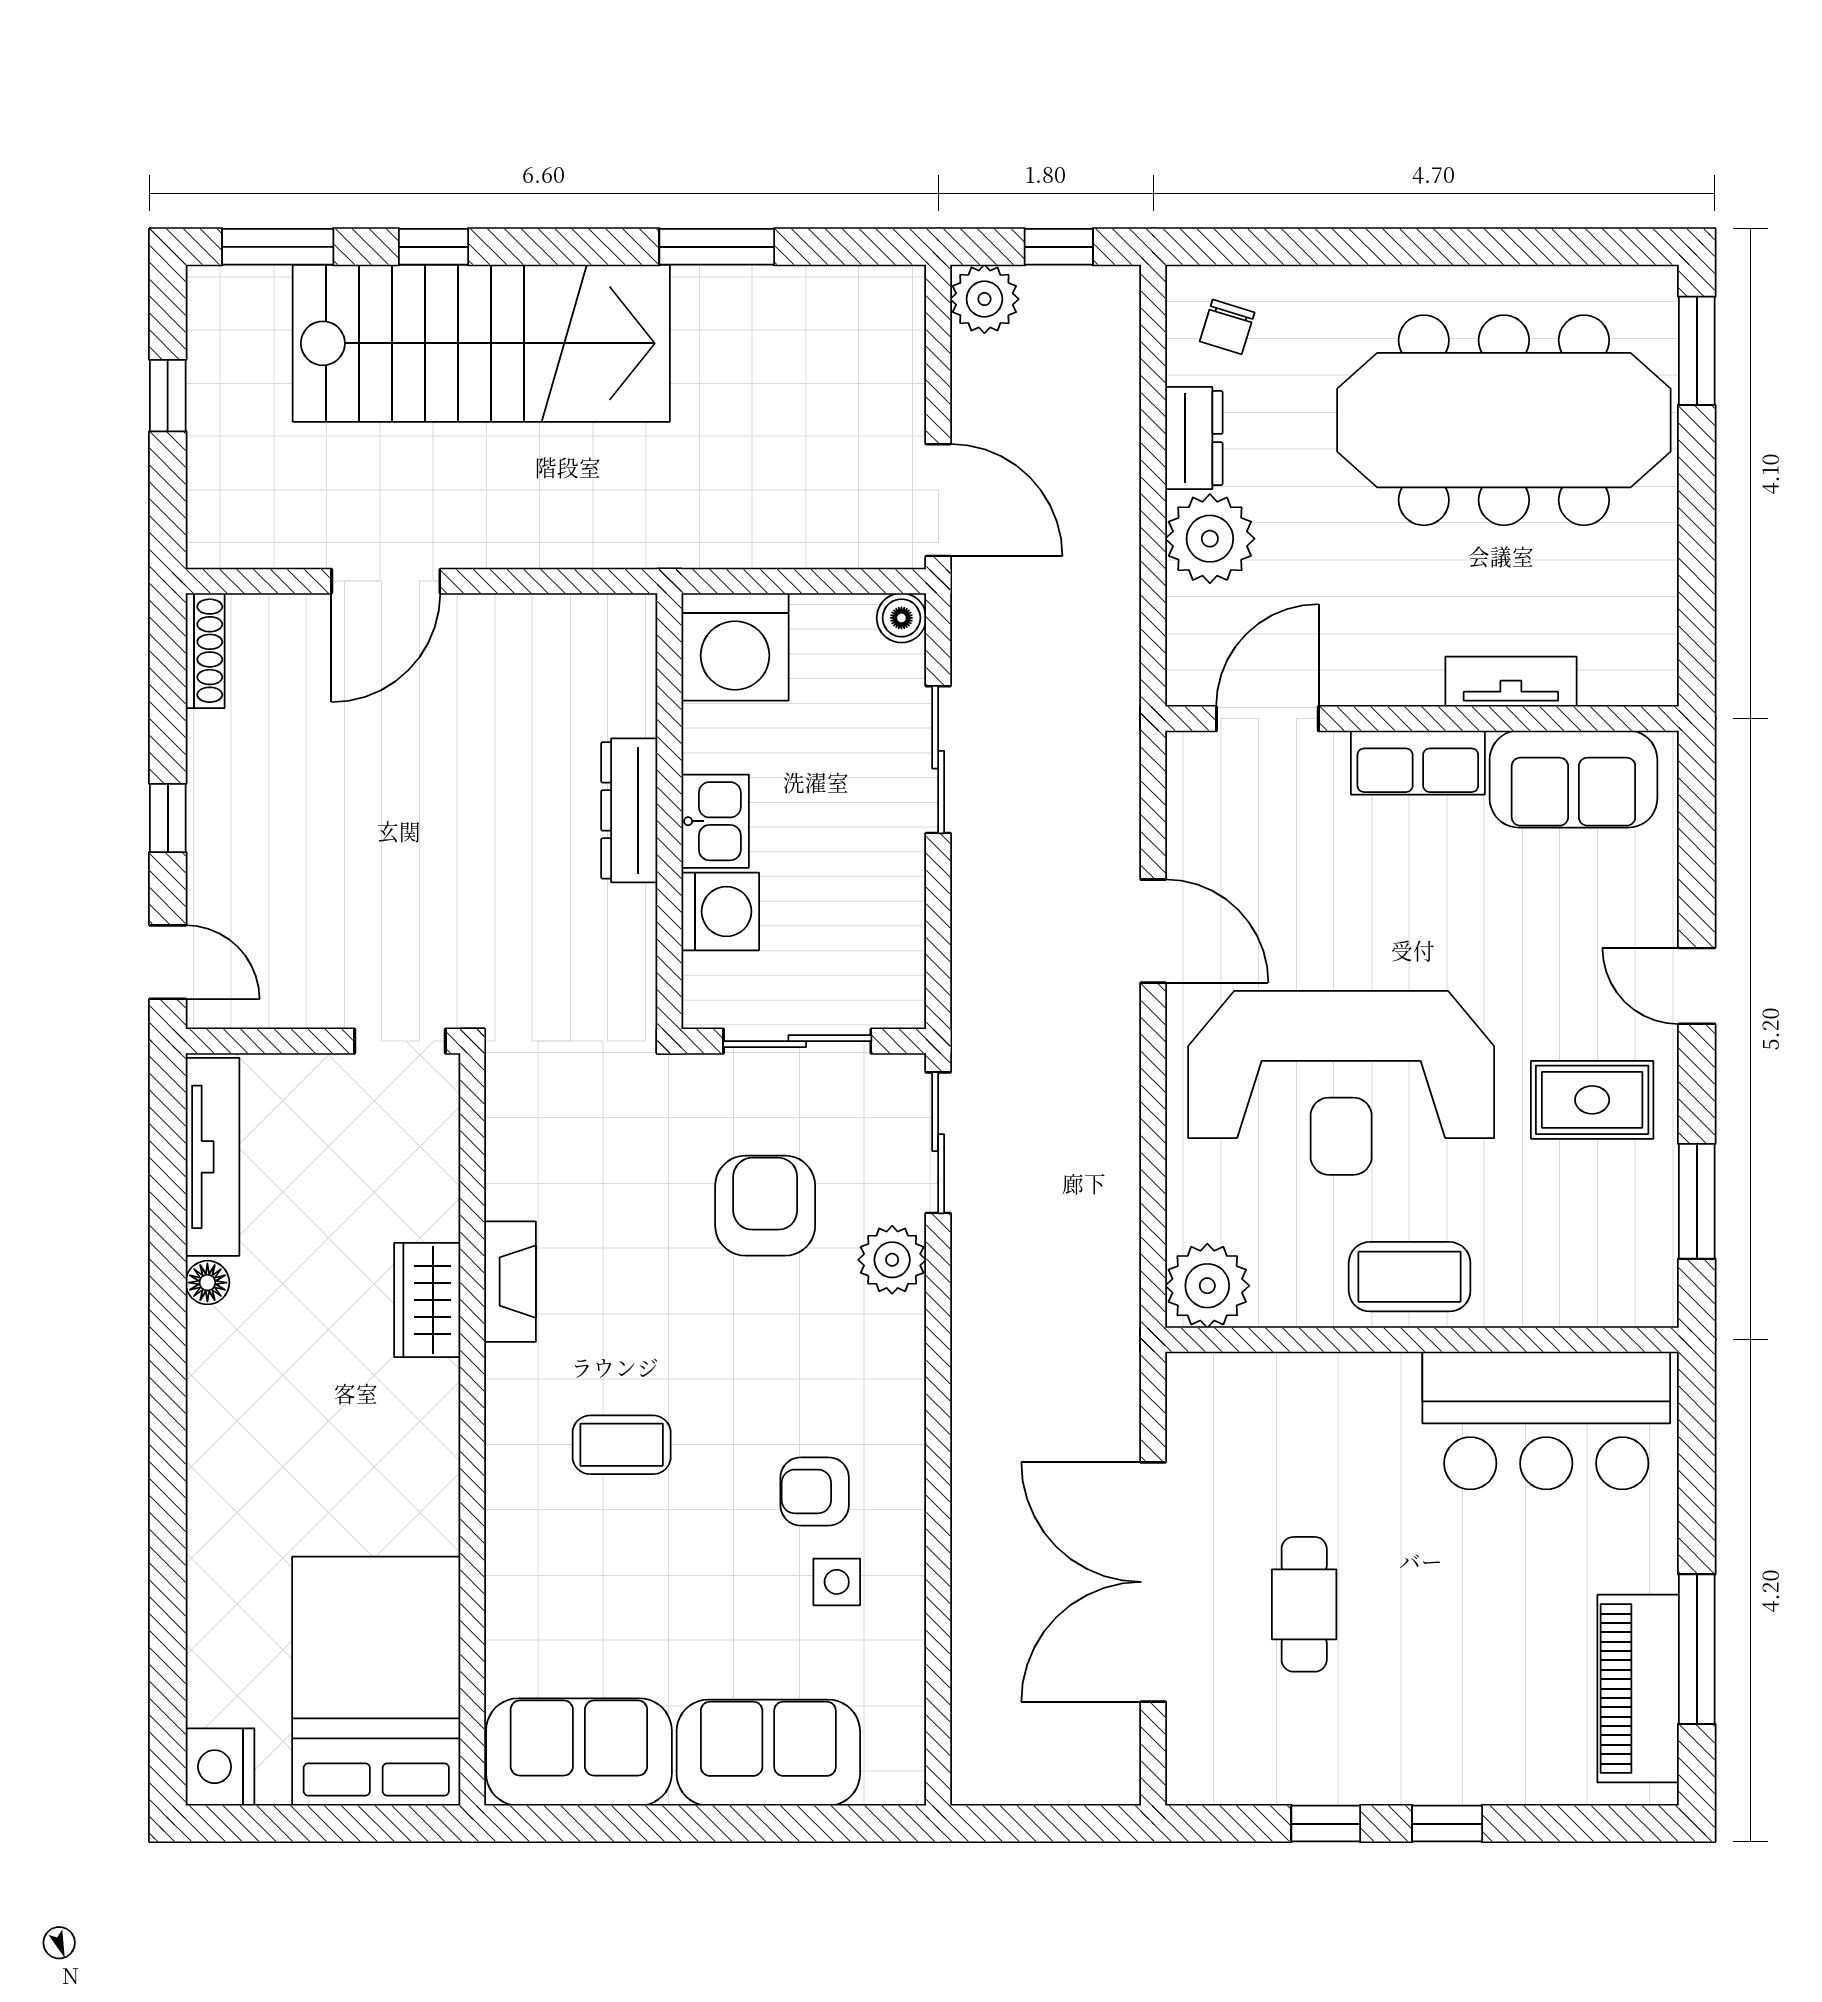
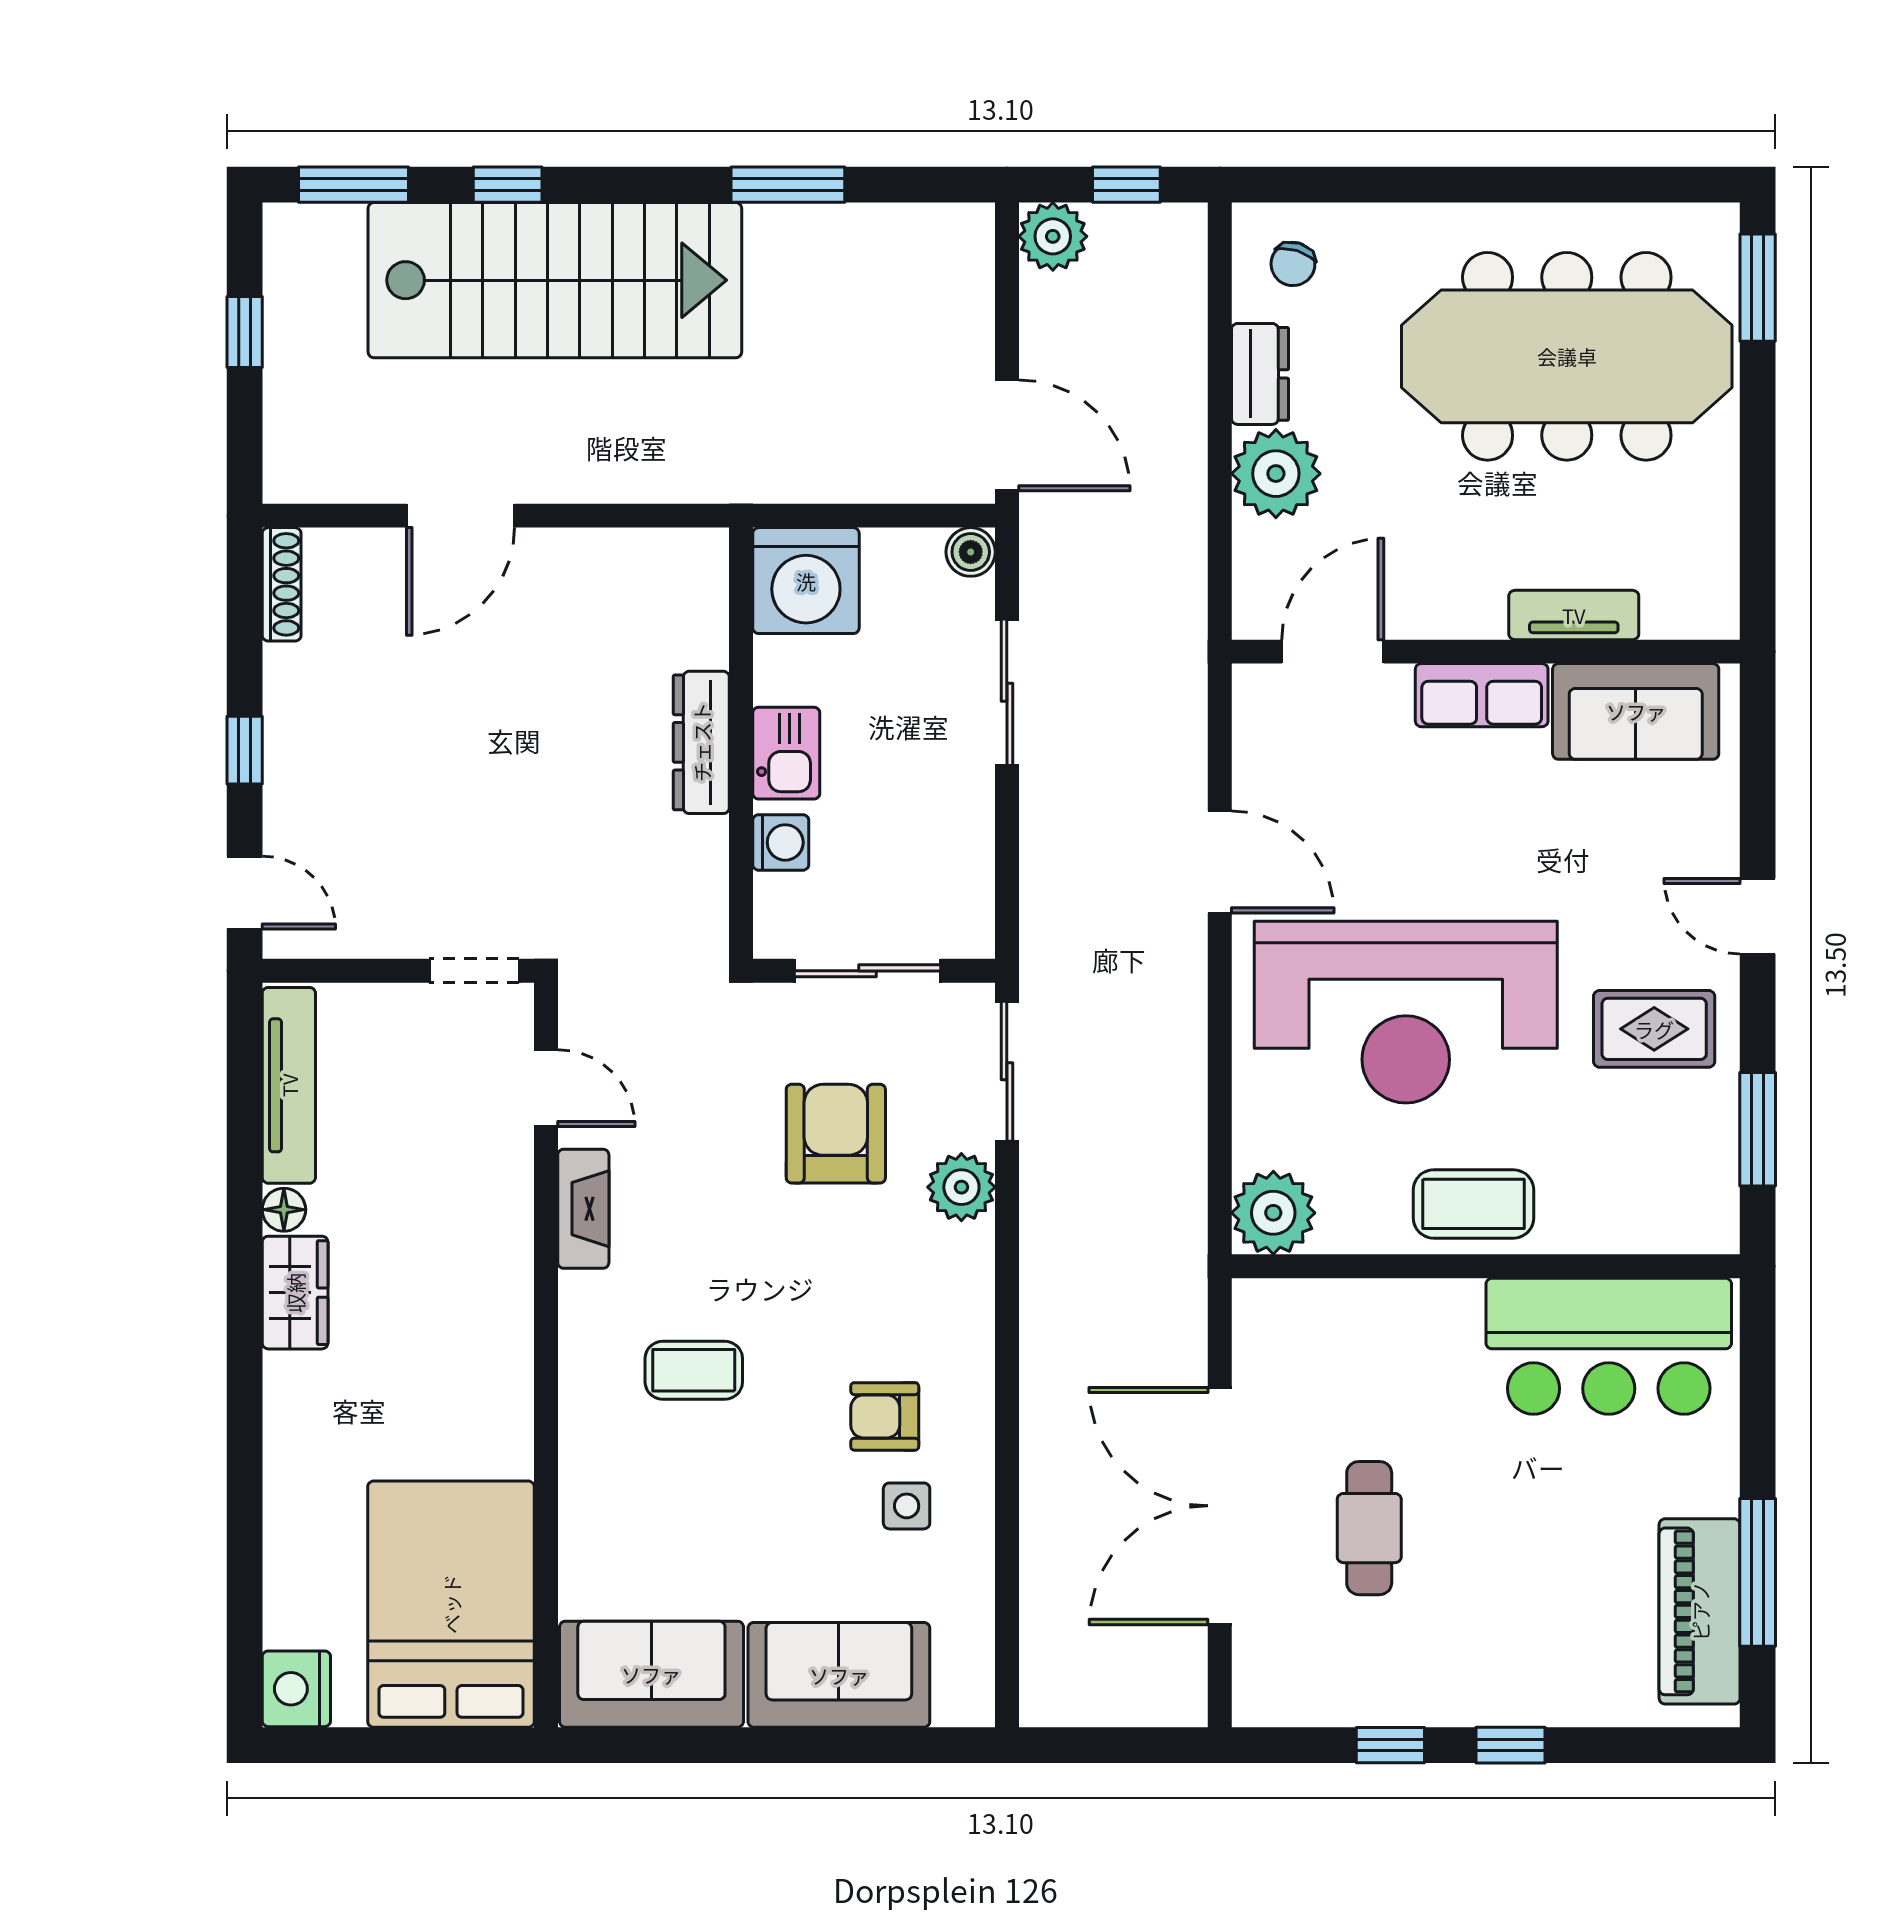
washing machine: (720, 911) -> (781, 842), width x0.73, depth x0.73
door: (472, 1160) -> (546, 1088), added
wardrobe: (427, 1300) -> (295, 1293), moved, turned 180

